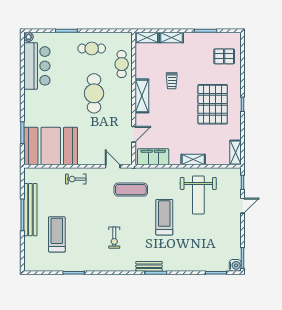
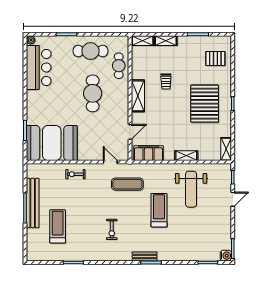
cafe table: (92, 48) -> (90, 51), width x1.37, depth x1.35

